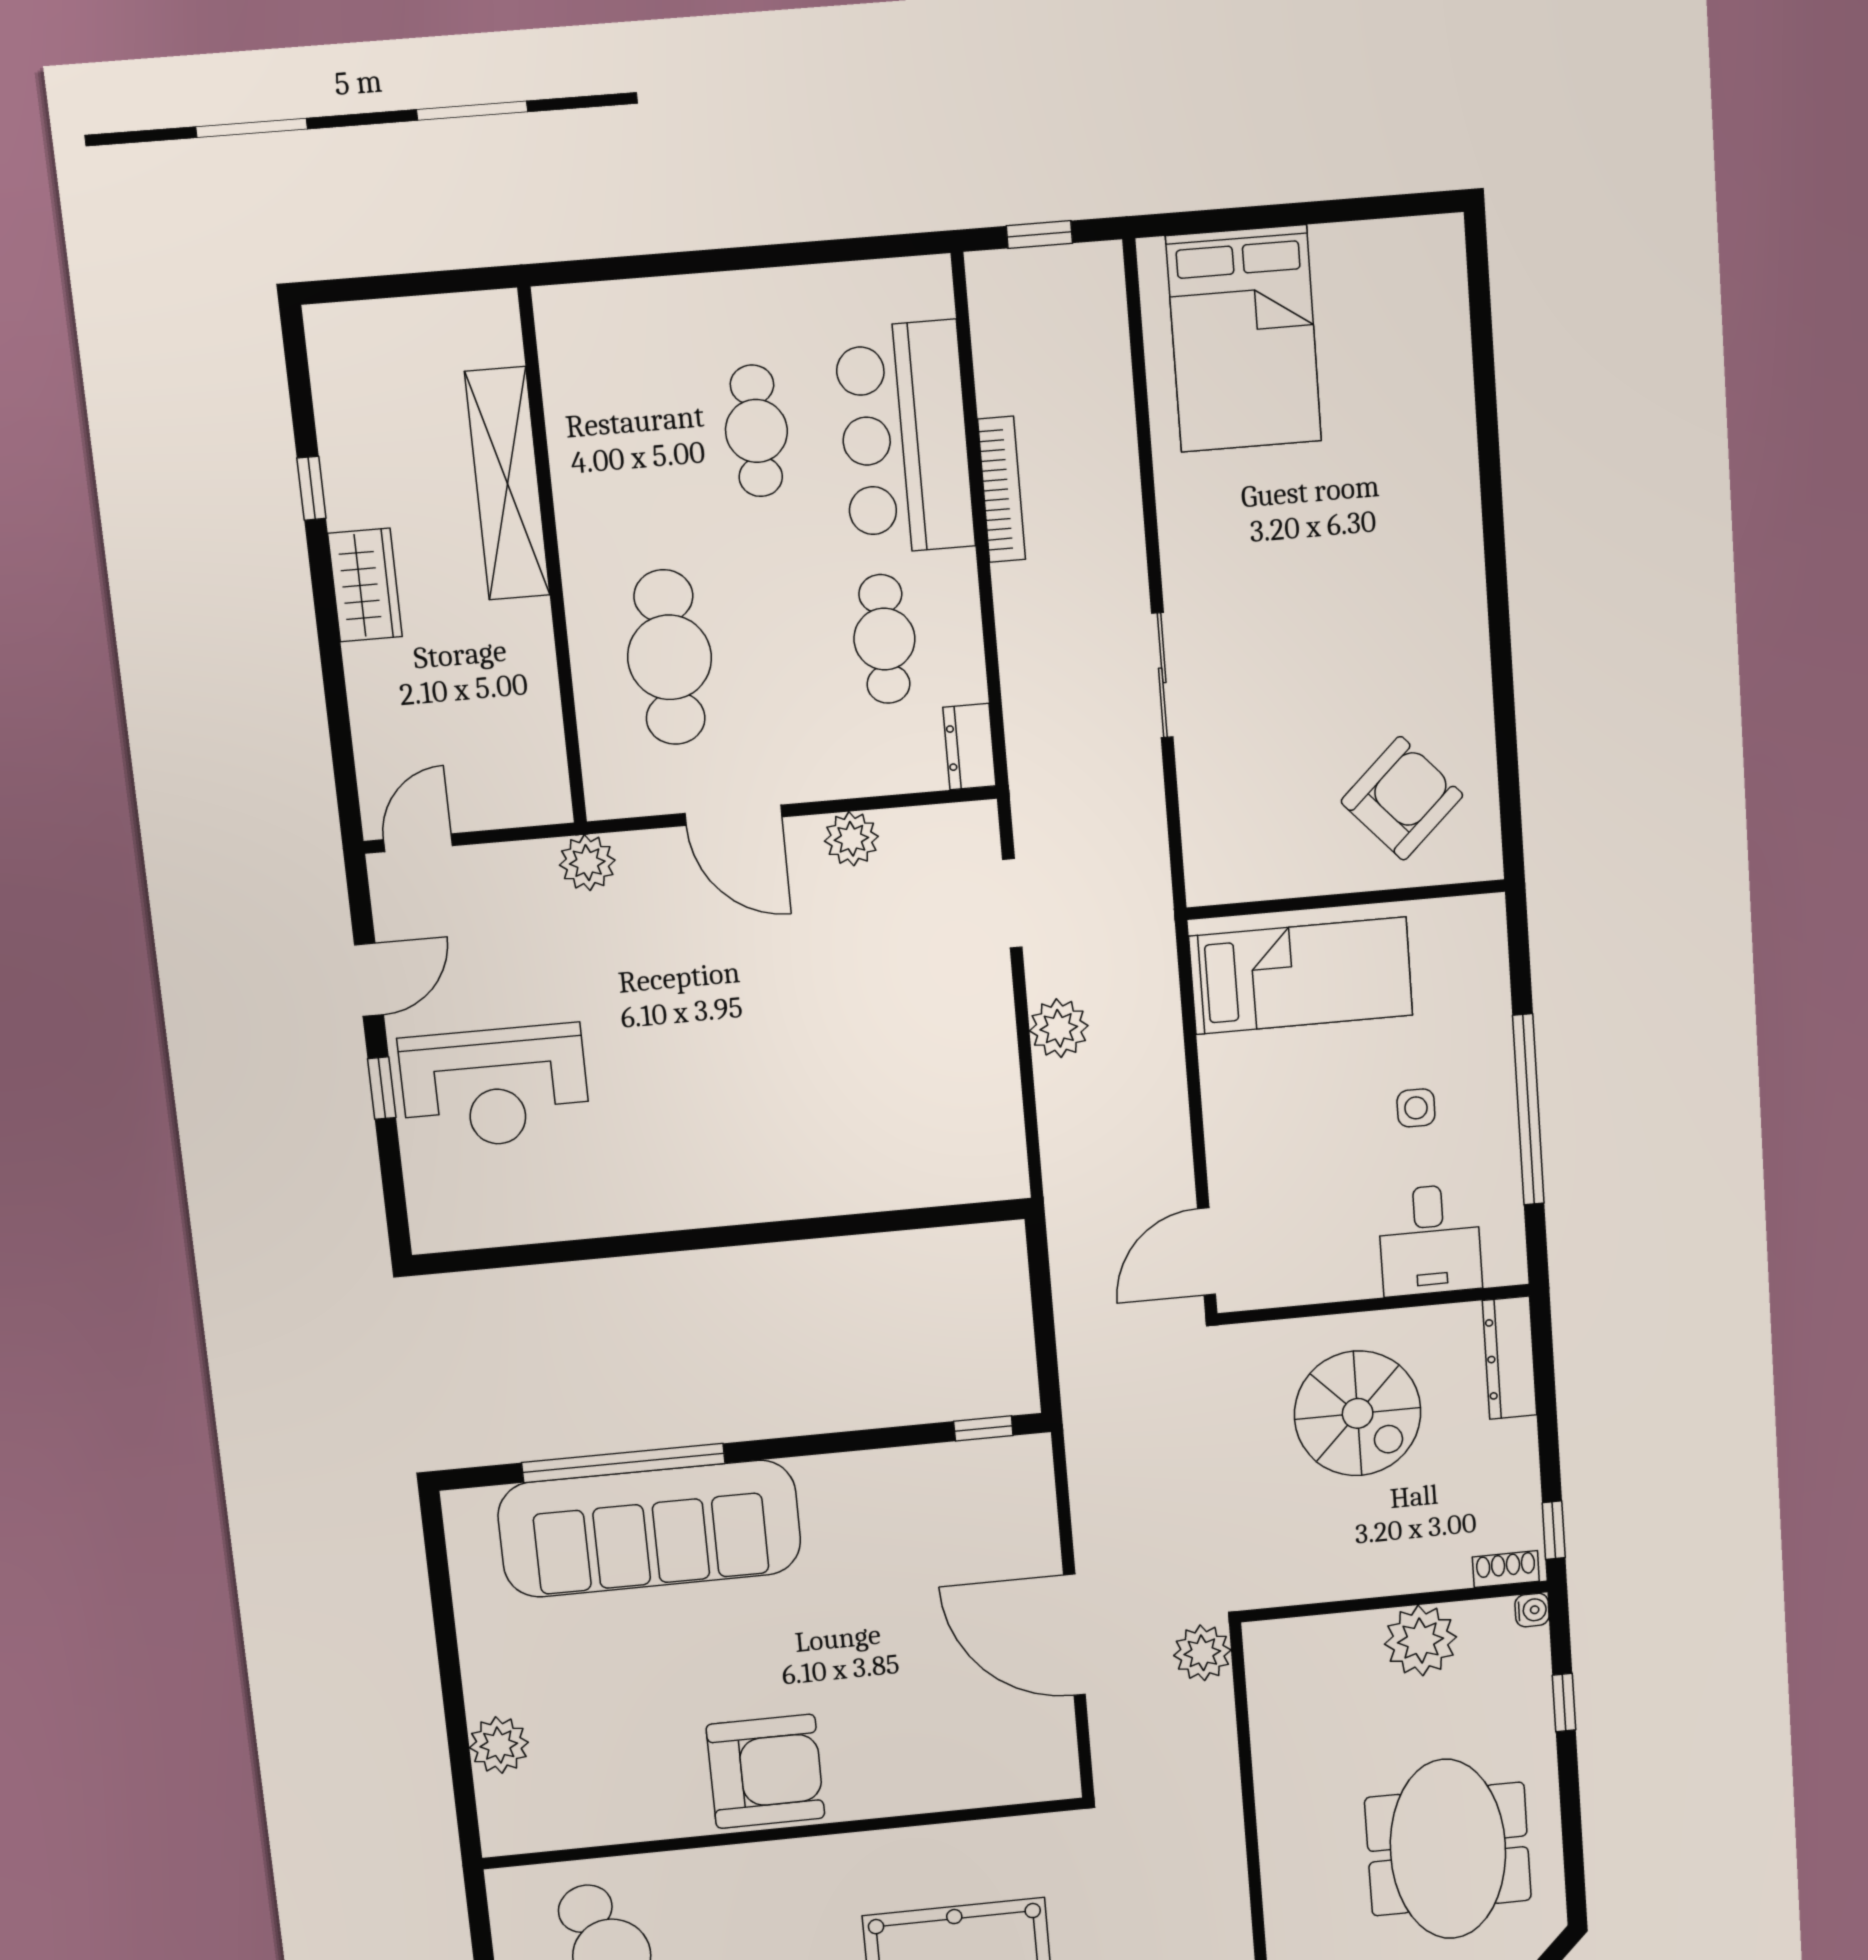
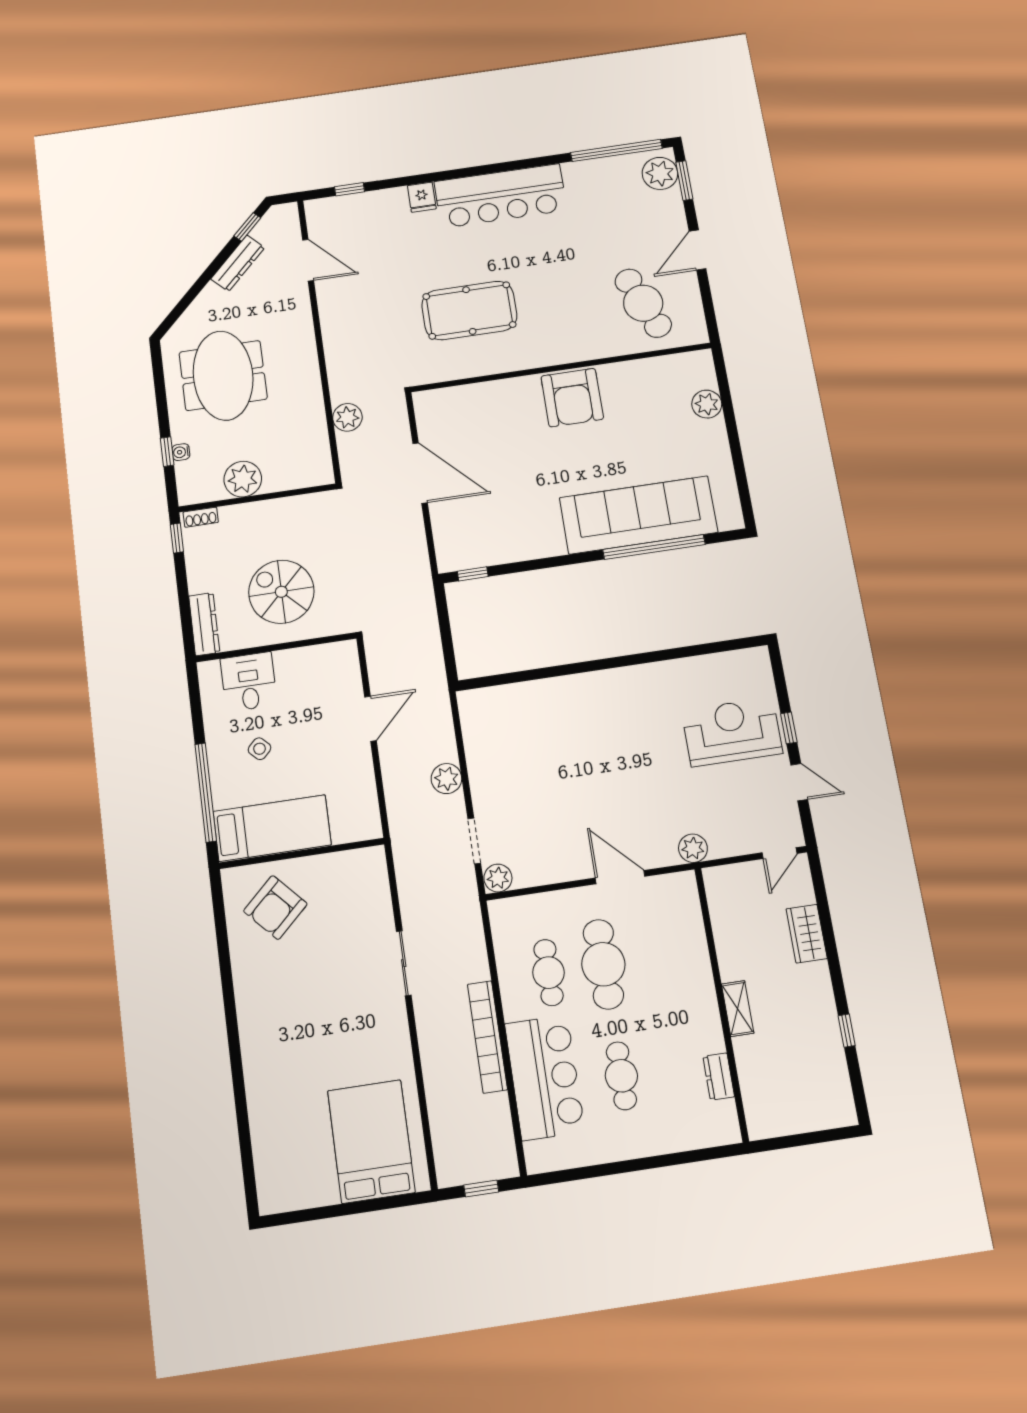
shelving: (507, 484) -> (738, 1009), width x0.45, depth x0.75
bookcase: (1001, 489) -> (487, 1037), width x1.48, depth x1.31
wardrobe: (365, 585) -> (807, 934), moved
cafe table: (670, 657) -> (603, 964), moved
dresser: (970, 747) -> (719, 1076), moved, turned 180
plant: (851, 839) -> (498, 878), moved
bed: (1301, 976) -> (272, 828), moved, turned 180
door: (369, 980) -> (799, 782), swing flipped
side table: (1416, 1108) -> (260, 749), turned 45
window: (1528, 1110) -> (206, 793), moved
door: (1206, 1252) -> (370, 719), moved
water cooler: (1532, 1610) -> (181, 452), moved
plant: (1202, 1653) -> (347, 417), moved
armchair: (766, 1771) -> (572, 398), turned -90

